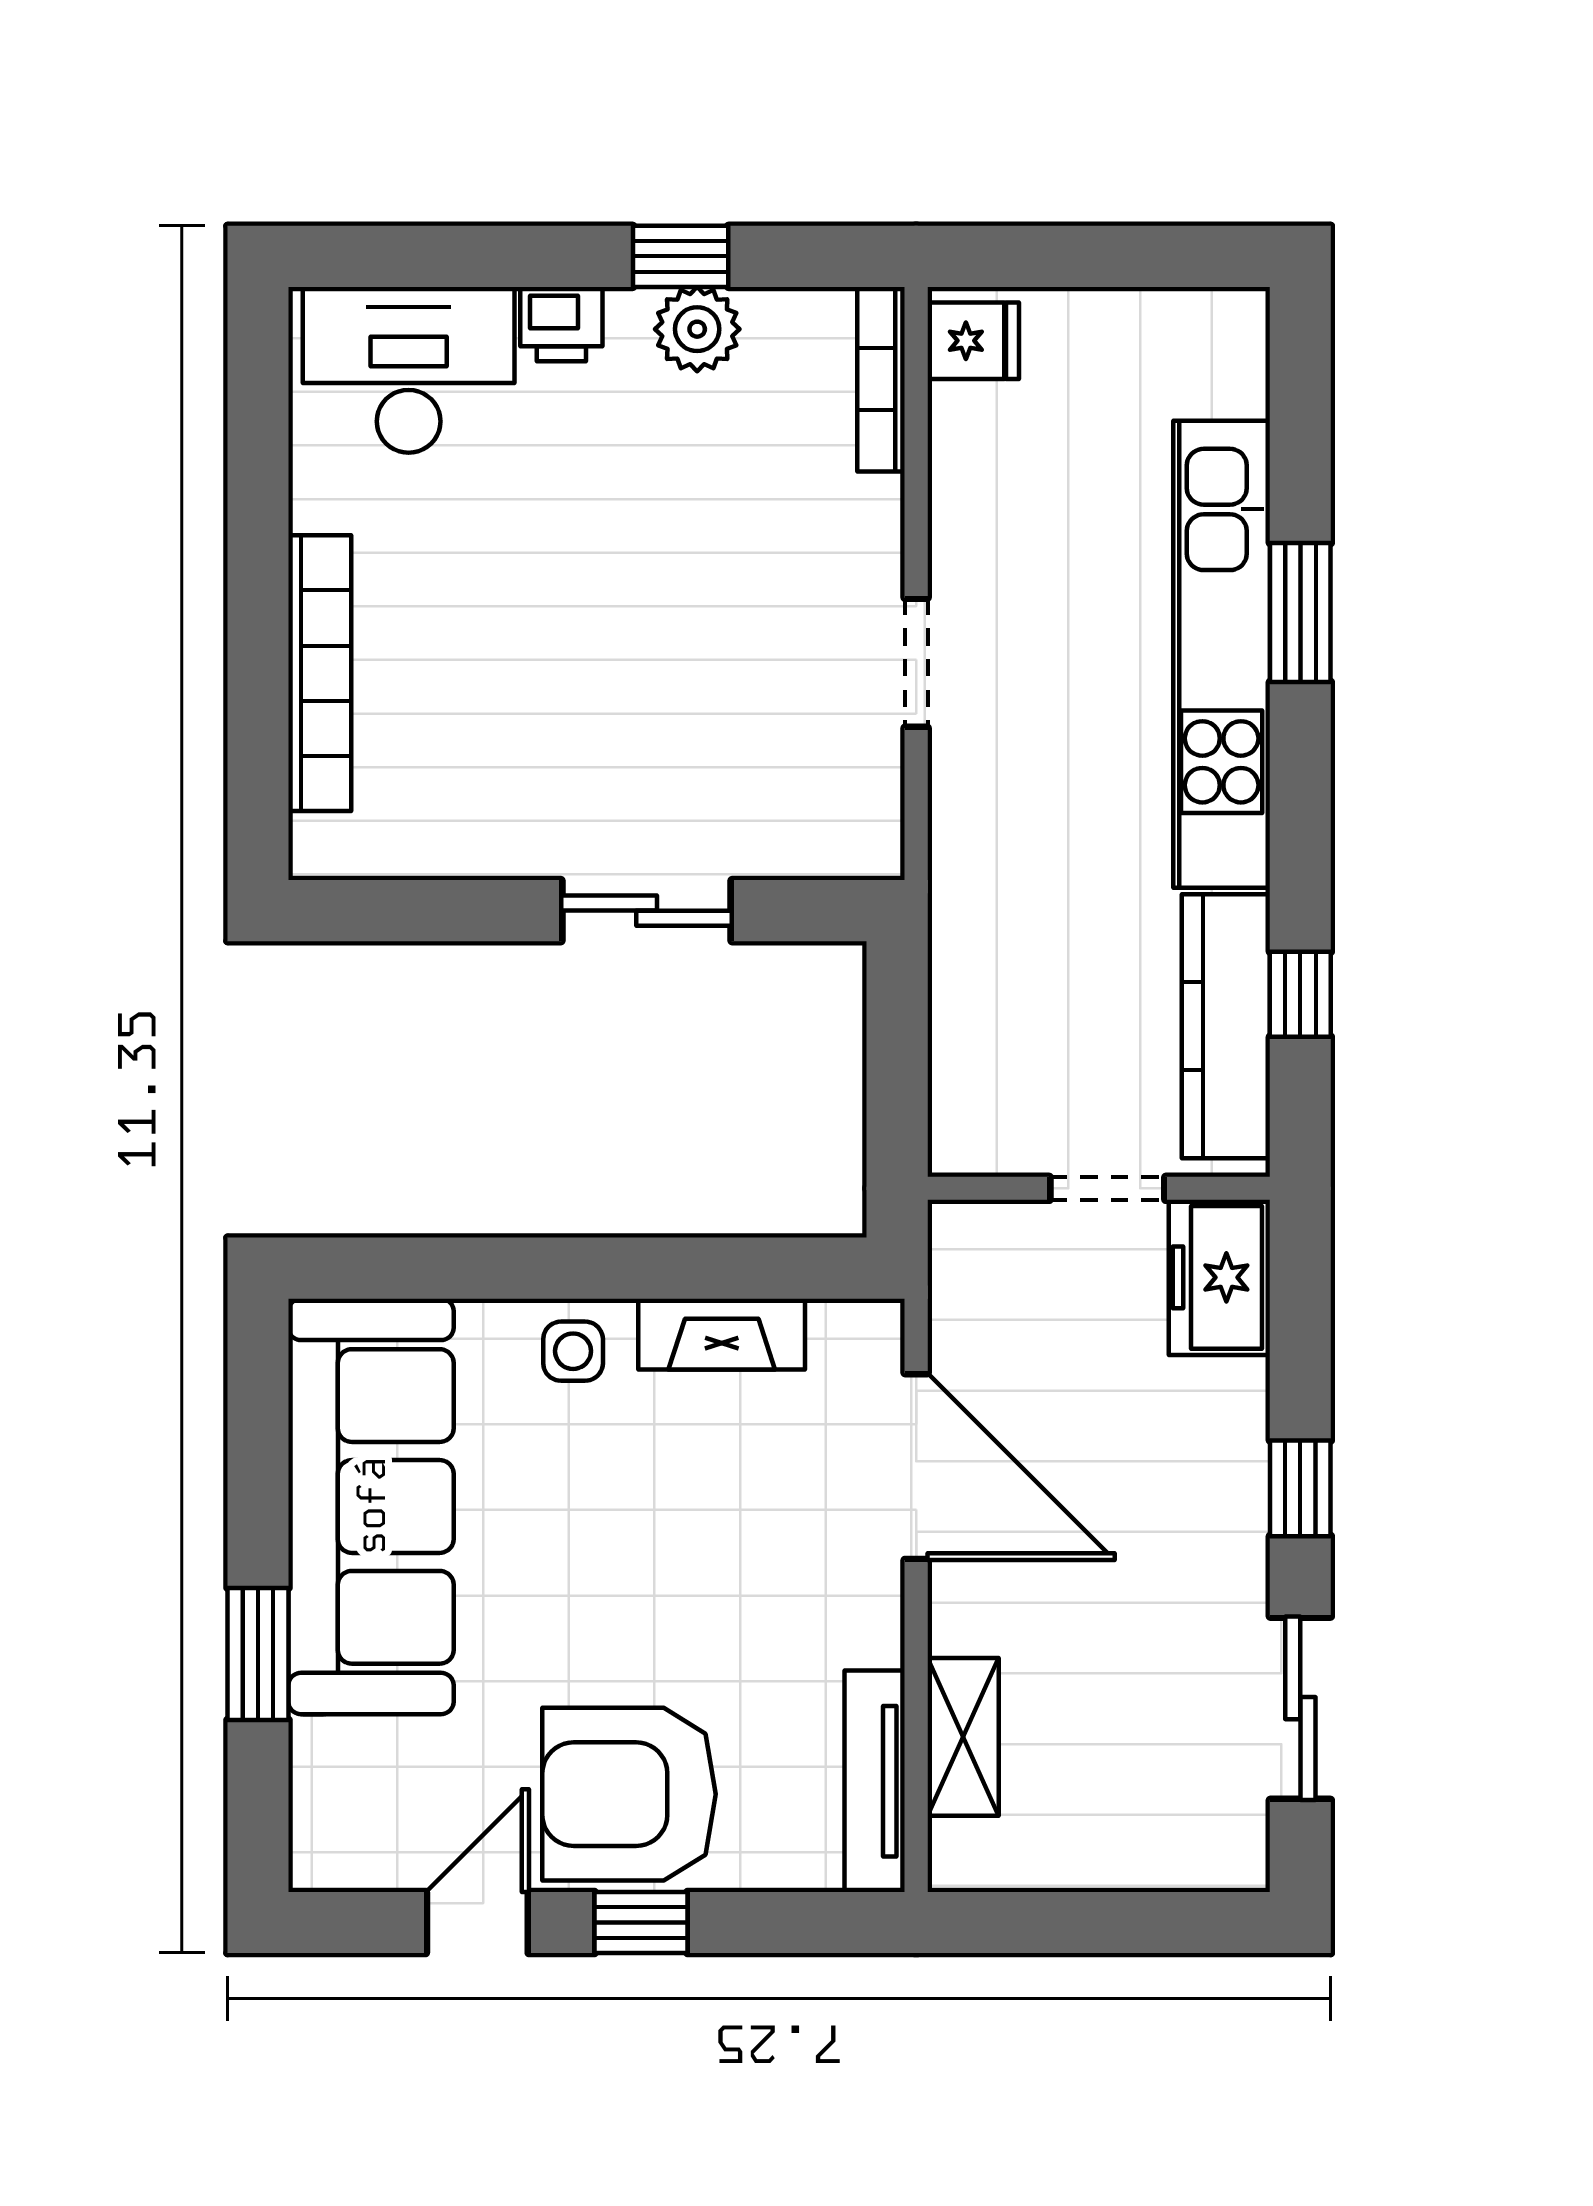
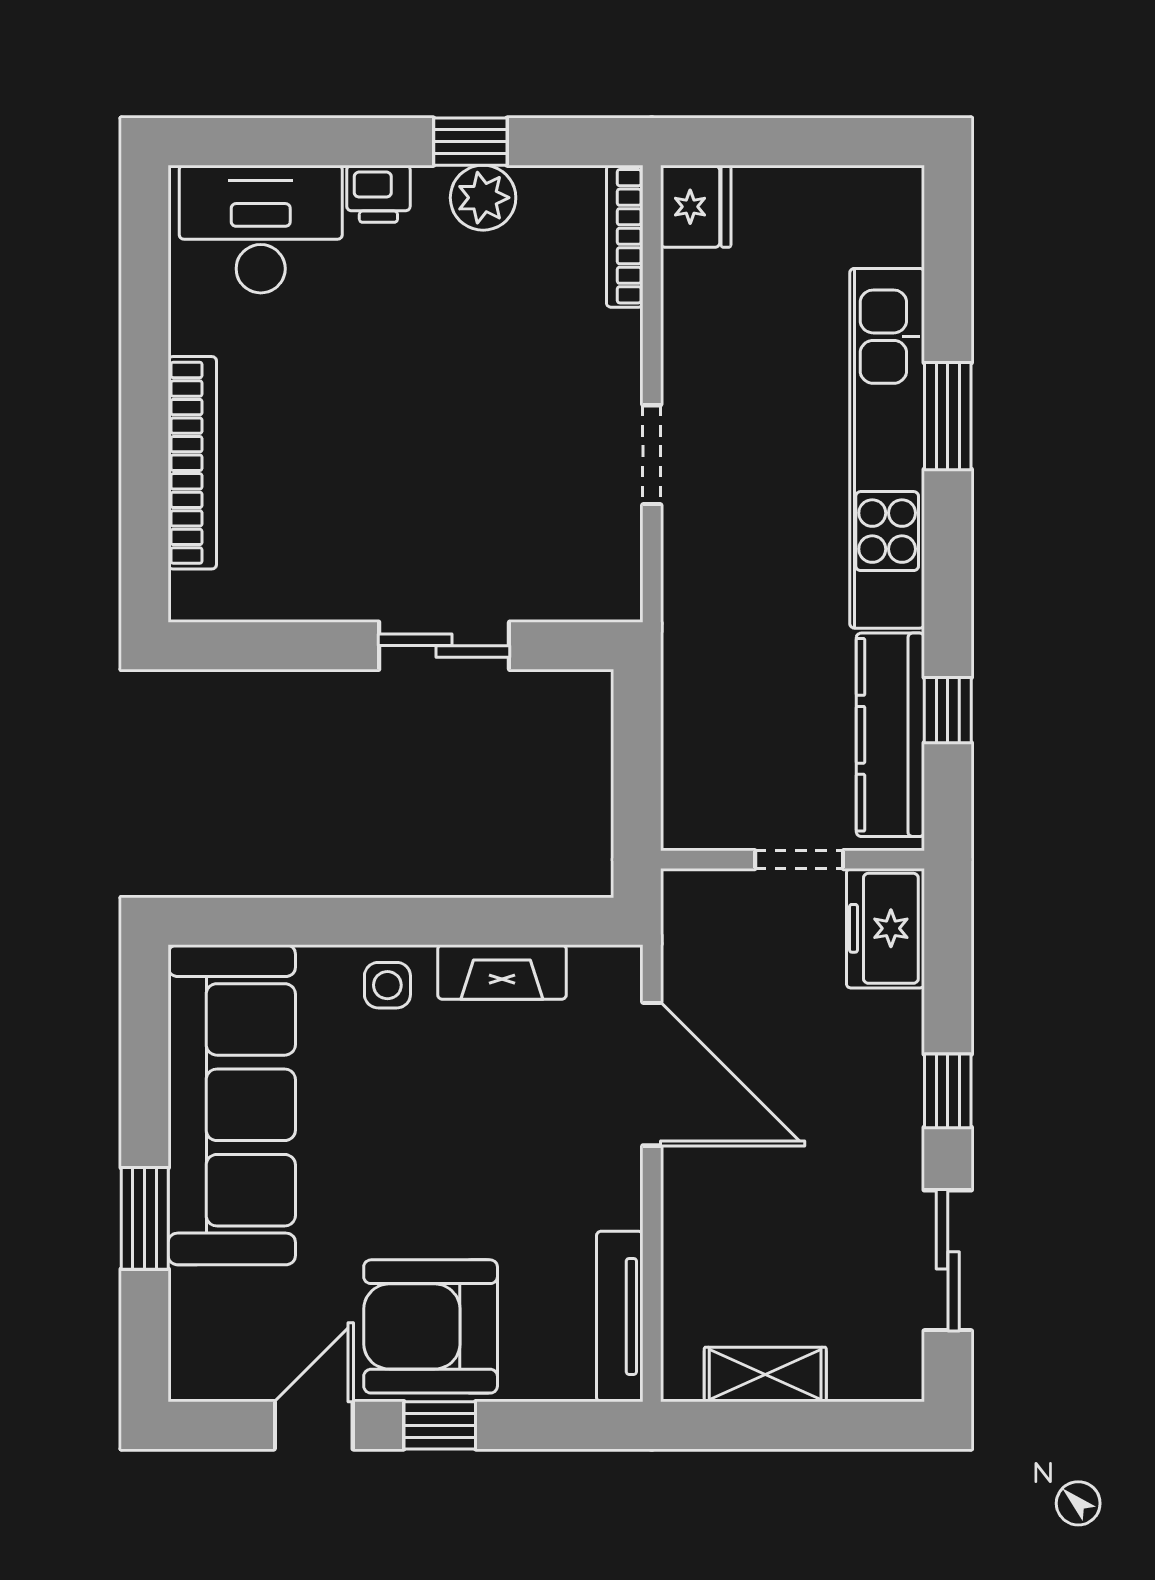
fridge: (973, 341) -> (696, 207), width x1.38
shelving: (963, 1737) -> (765, 1374), moved, turned 90

